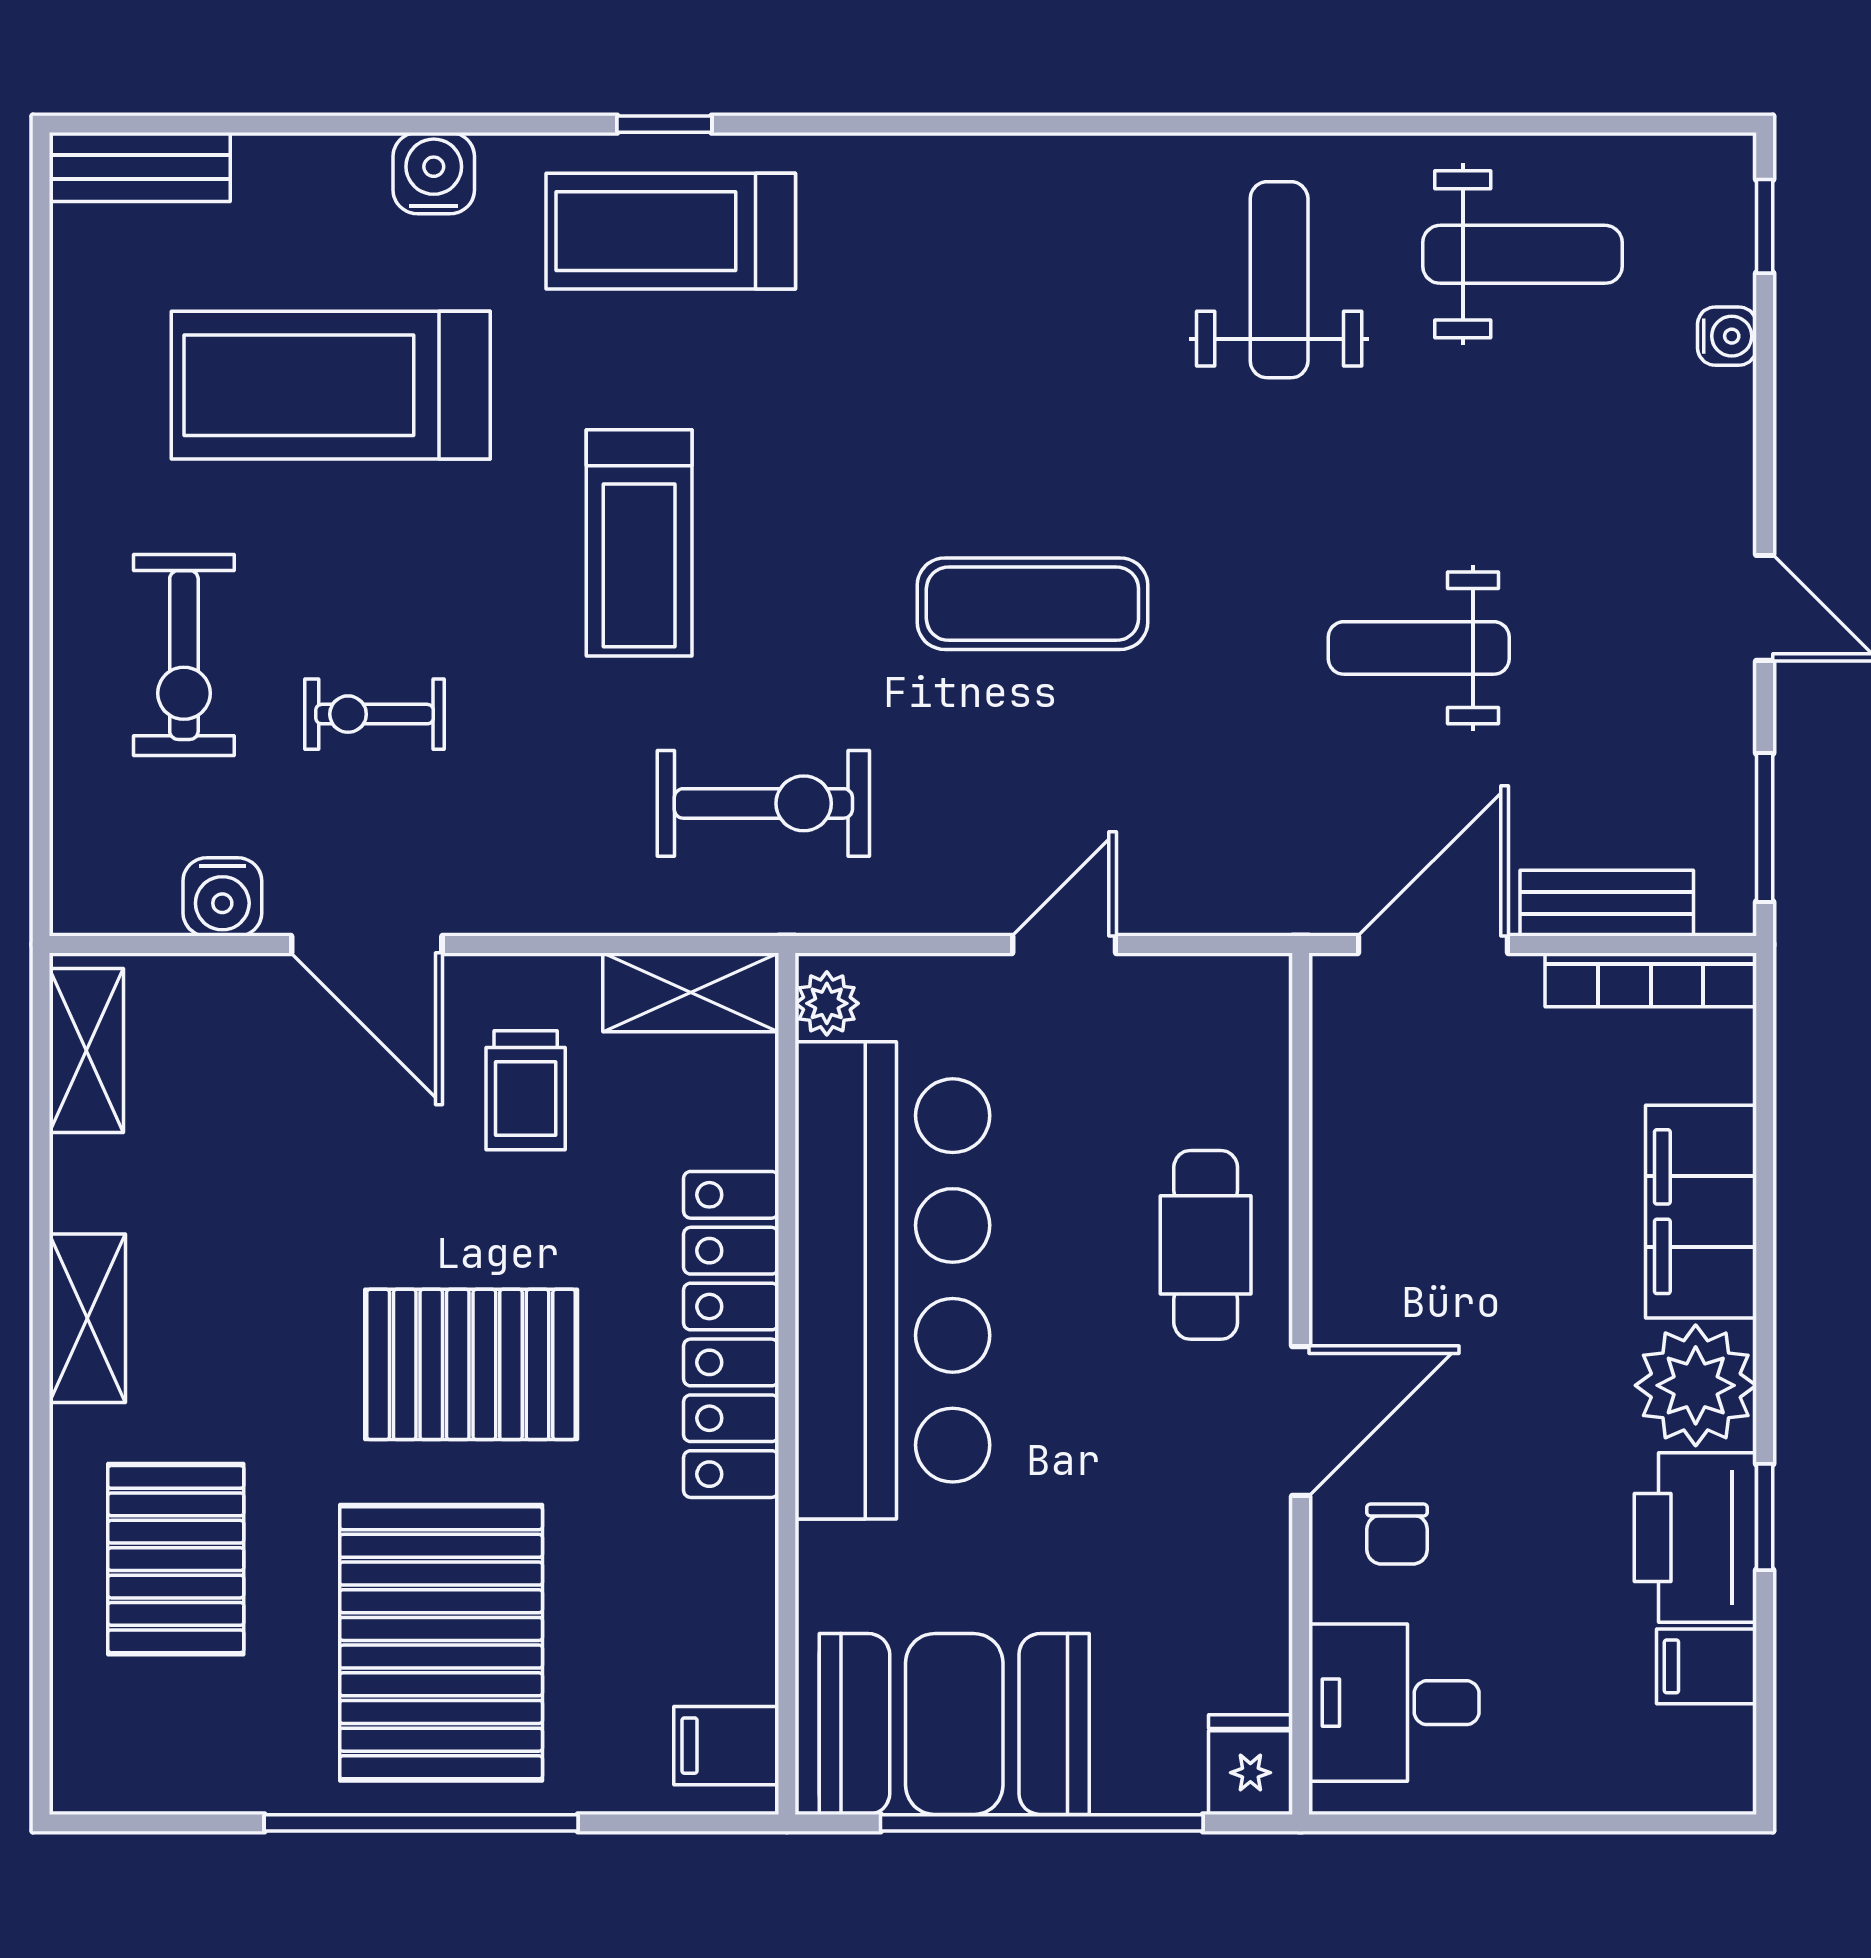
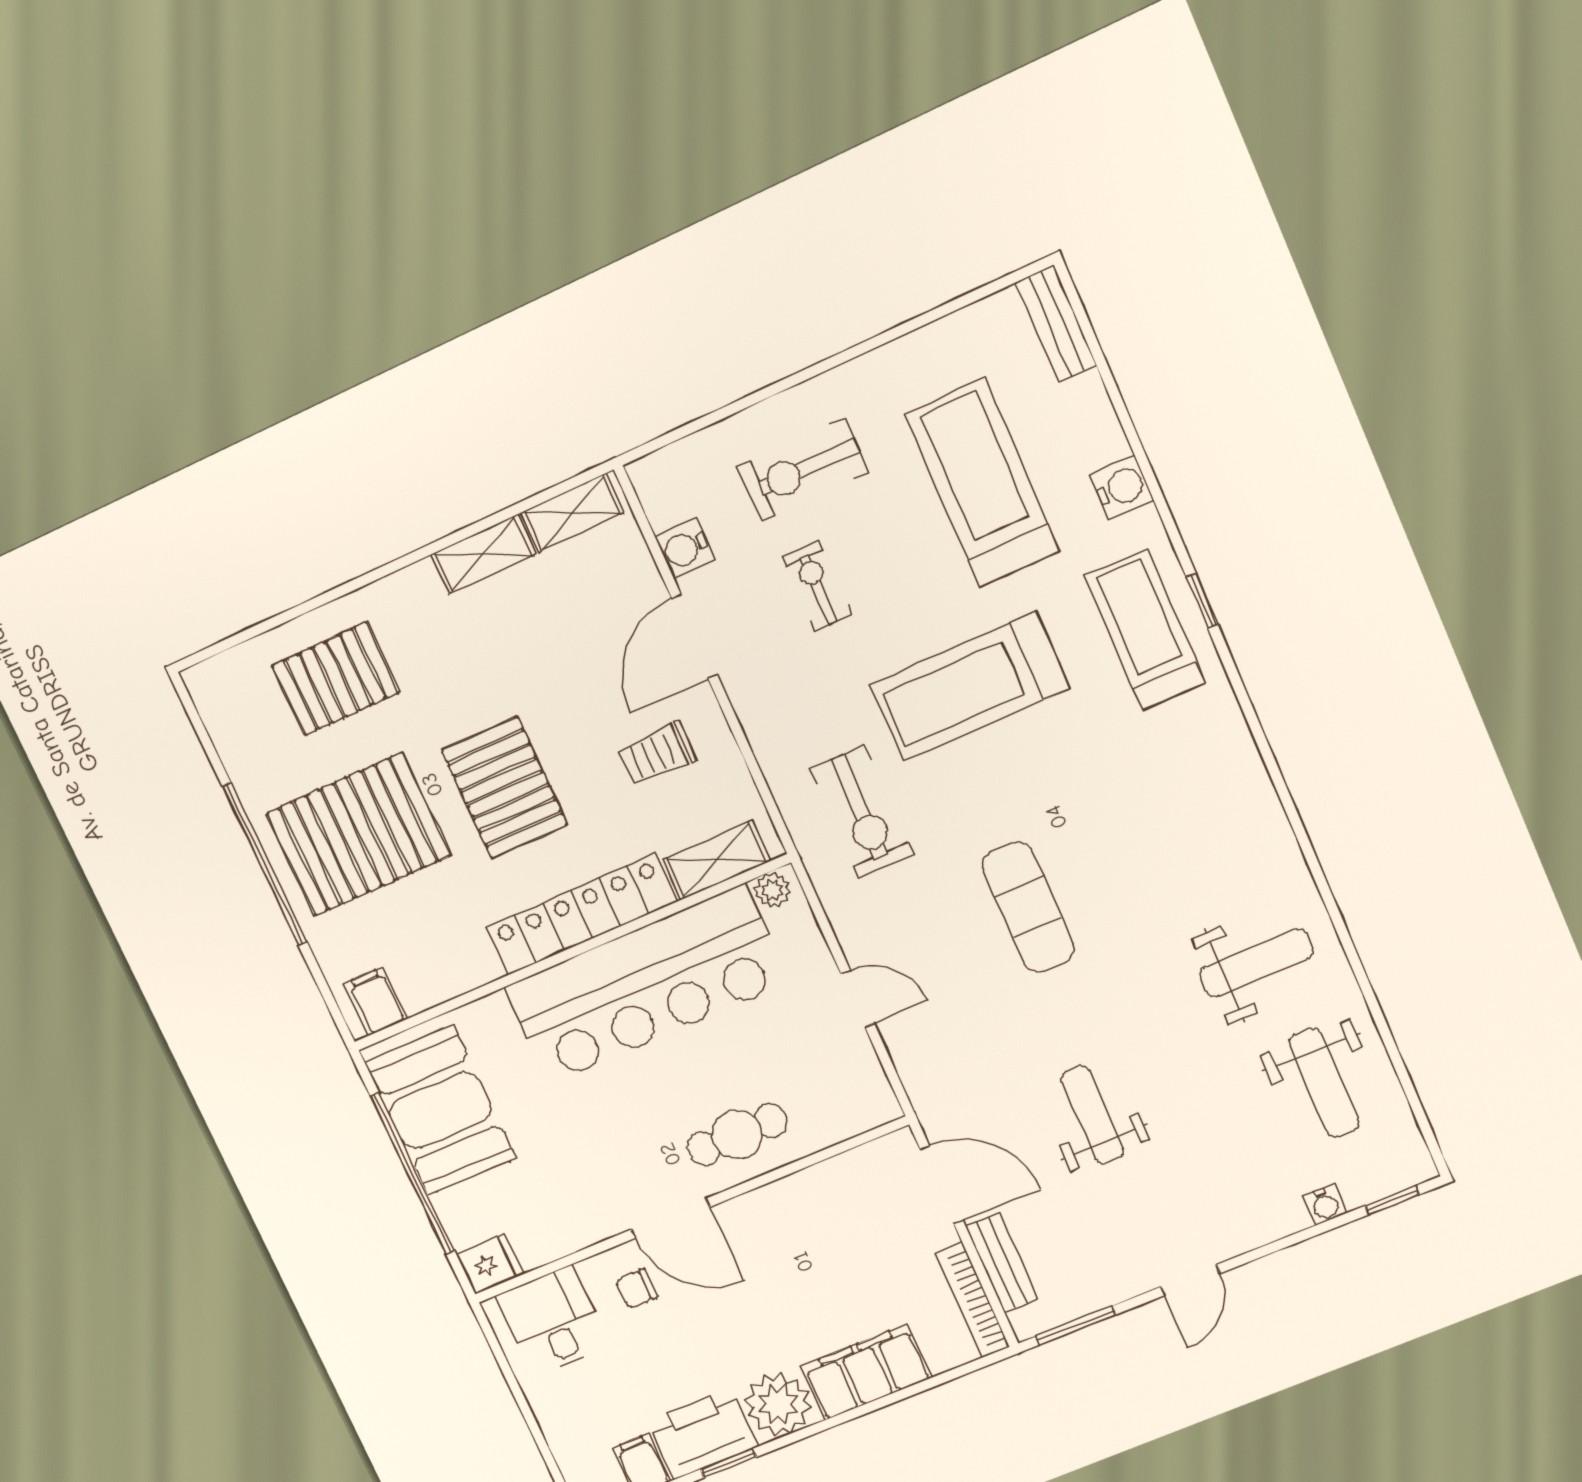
treadmill: (639, 543) -> (970, 687), width x1.37, depth x1.38
shelving: (691, 992) -> (716, 860), moved, turned 90
shelving: (87, 1318) -> (483, 554), moved

